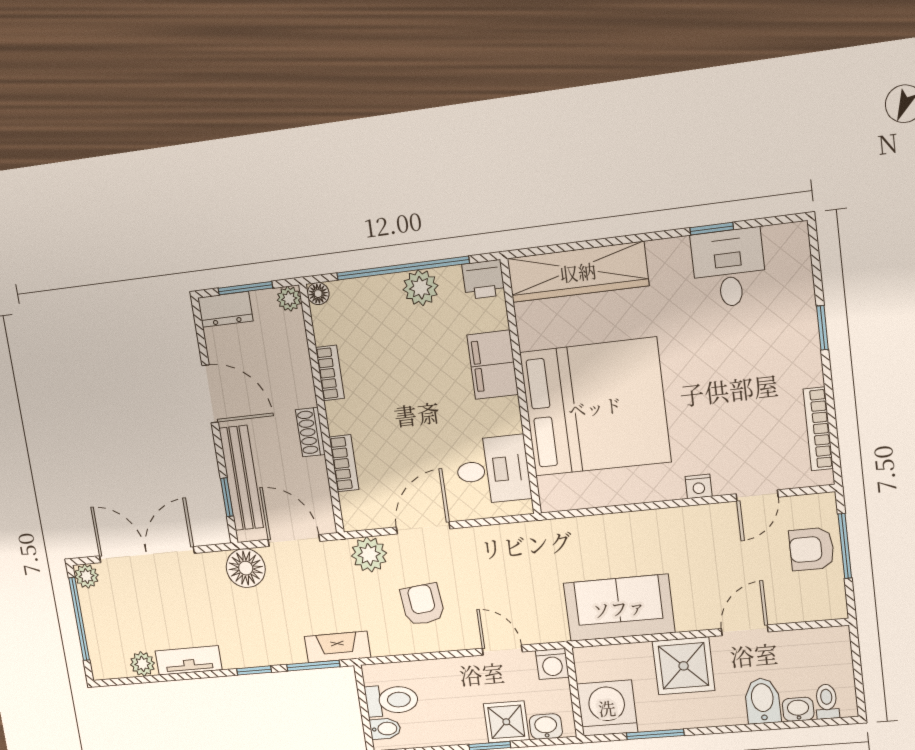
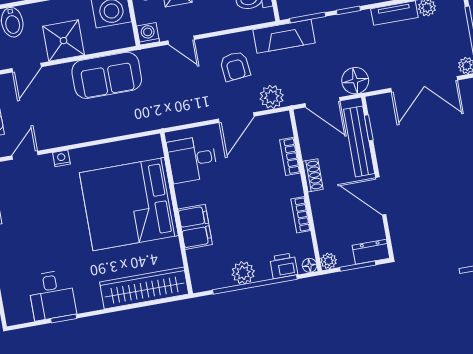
printer: (483, 280) -> (284, 266), moved
fireplace: (338, 647) -> (284, 36), width x1.37, depth x1.32

